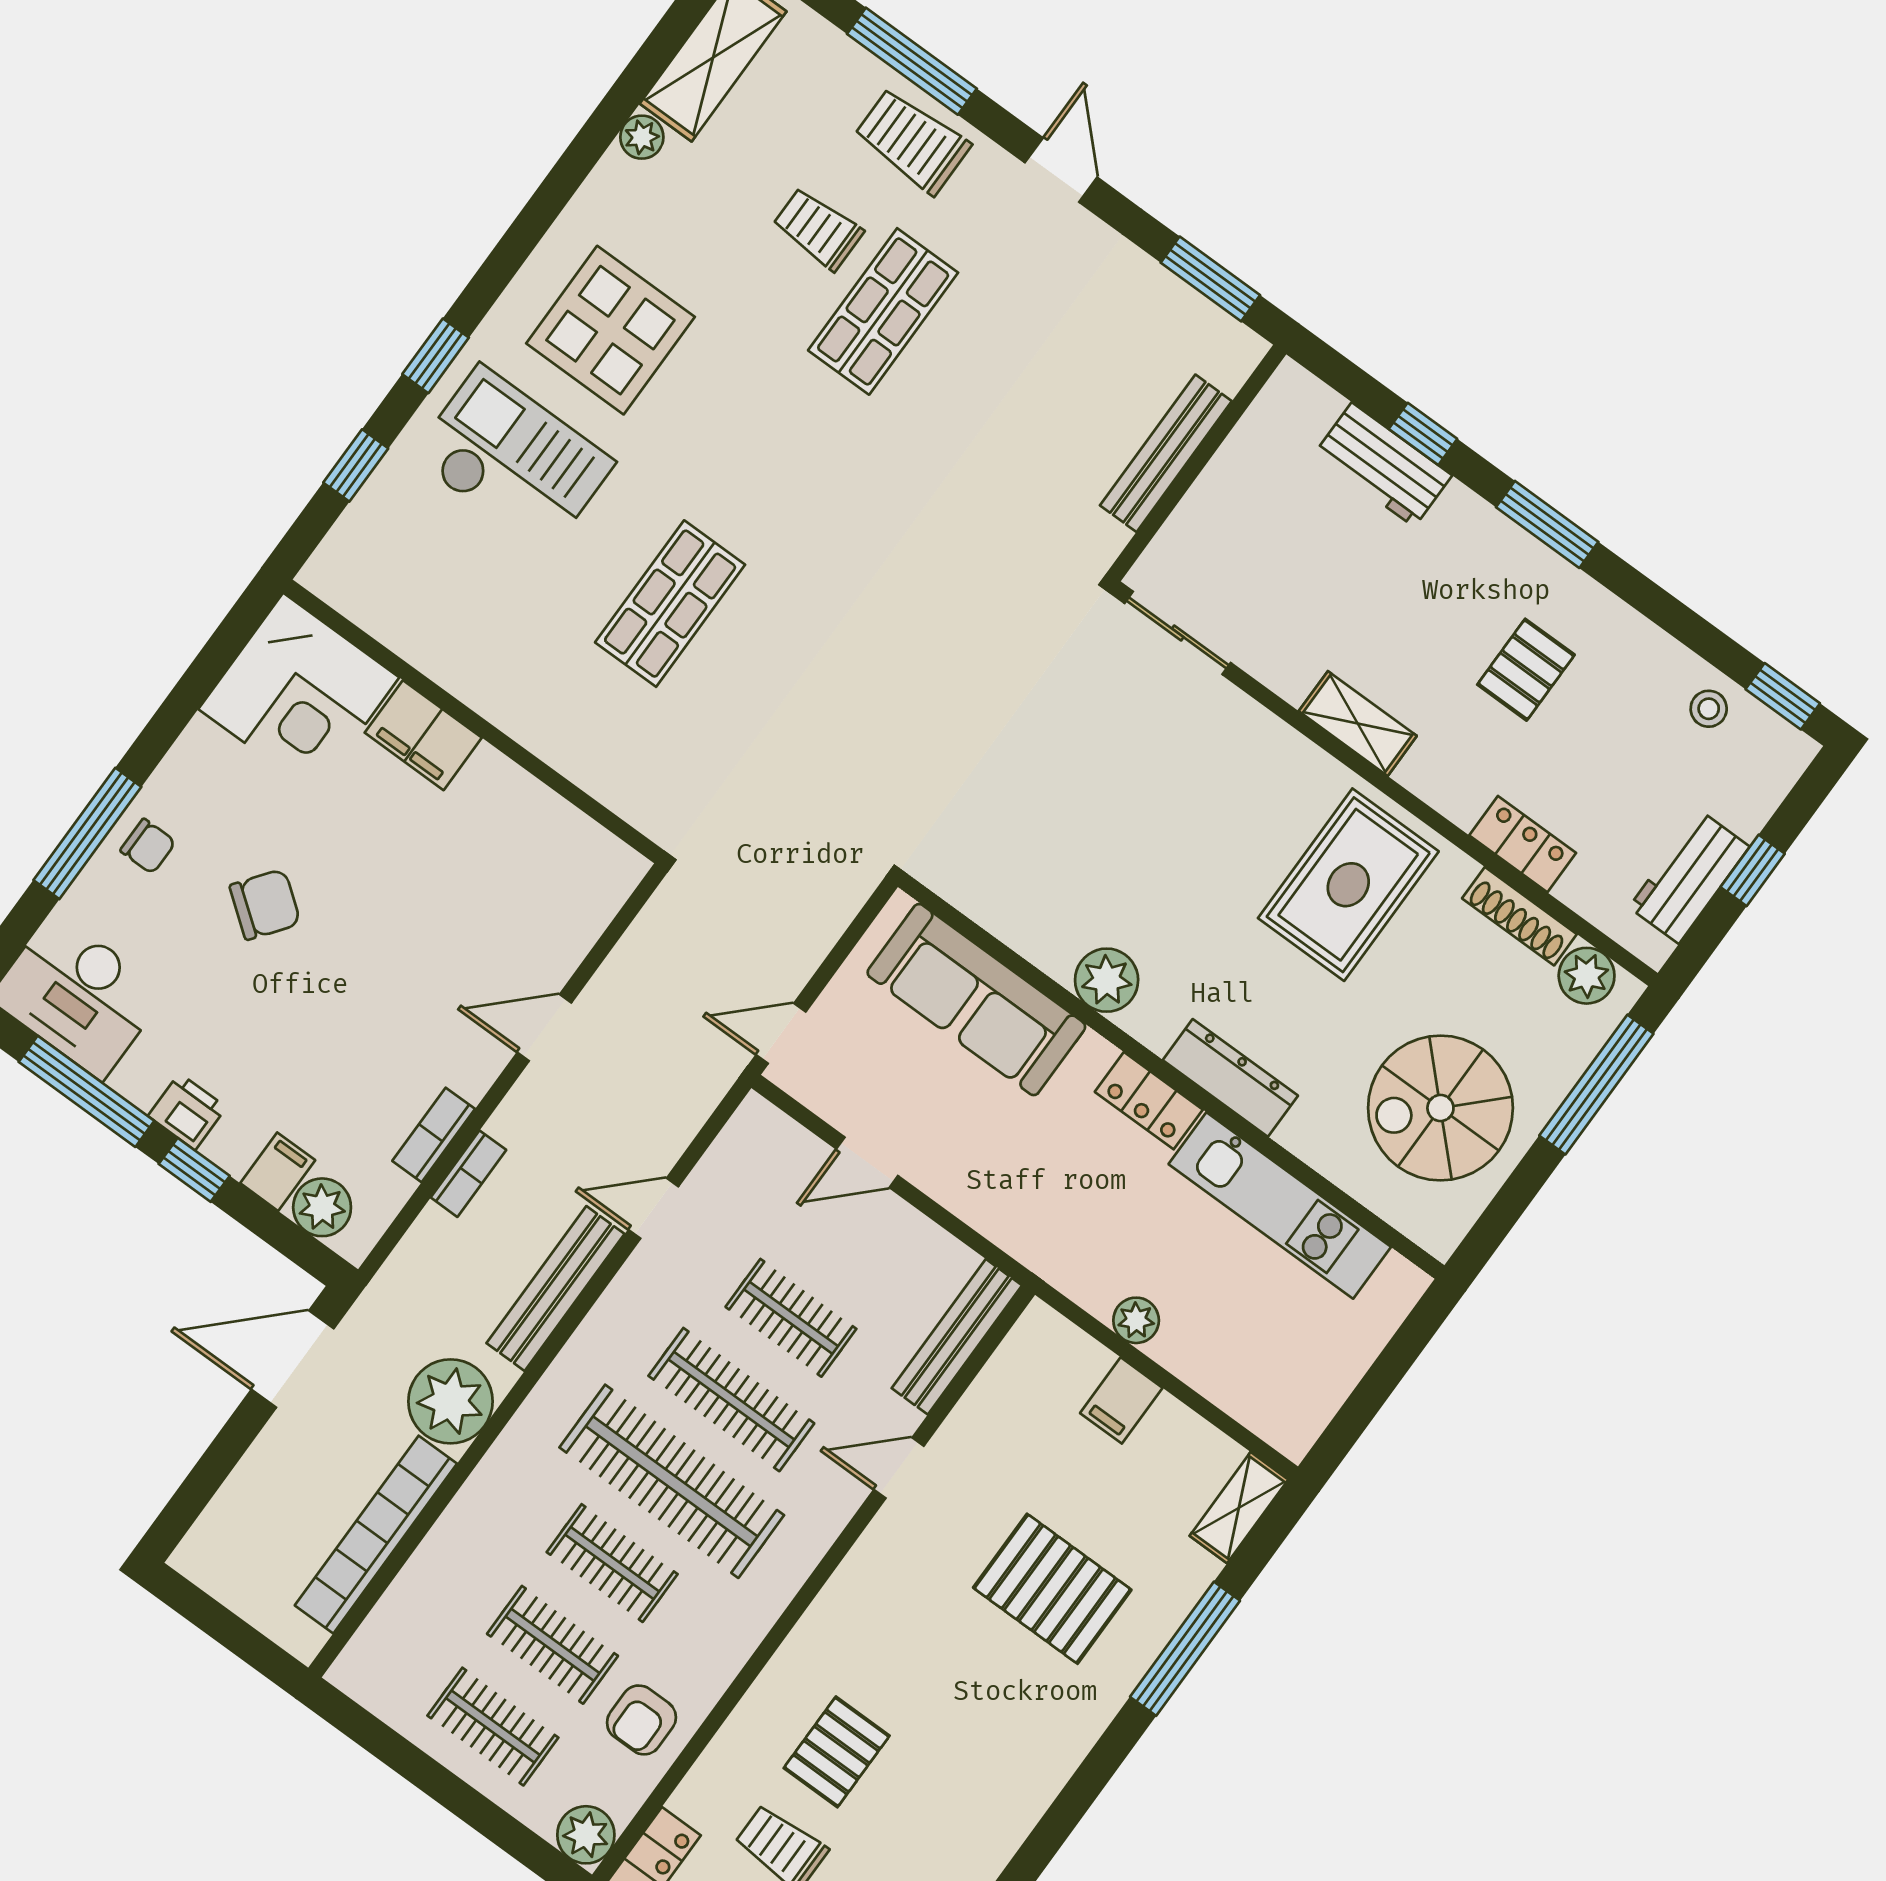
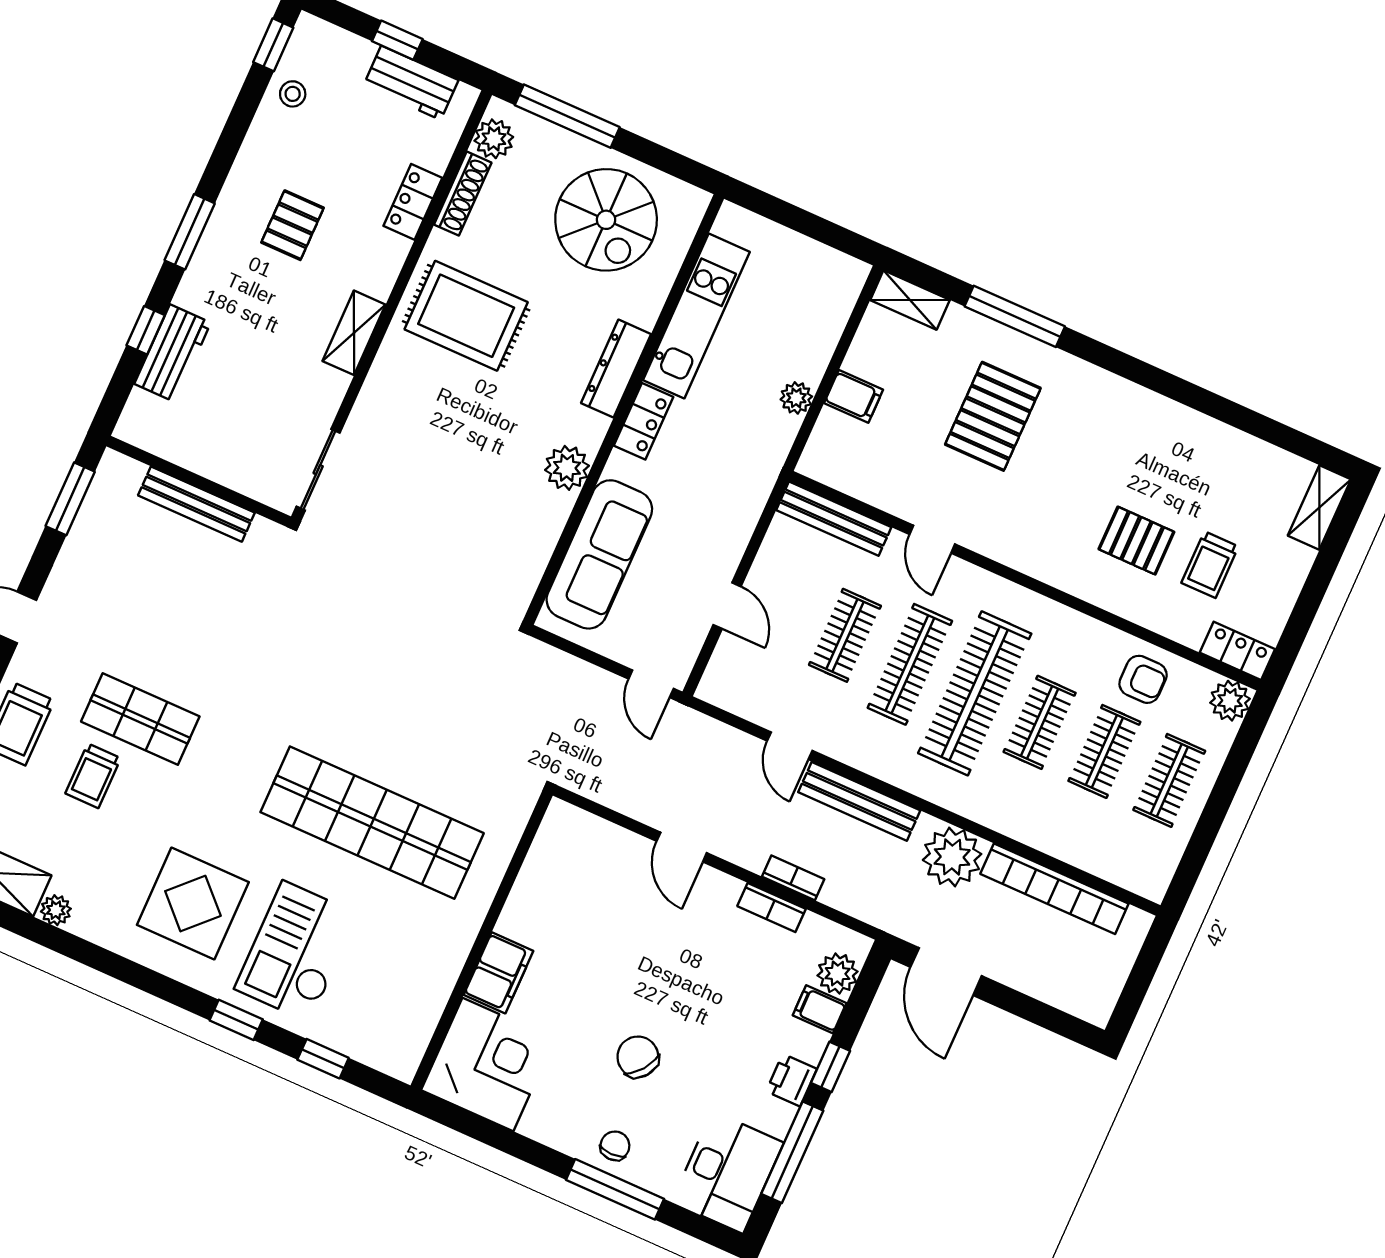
shop shelf: (670, 604) -> (372, 823), width x2.00, depth x1.36
pallet: (1526, 670) -> (293, 225), turned 90

